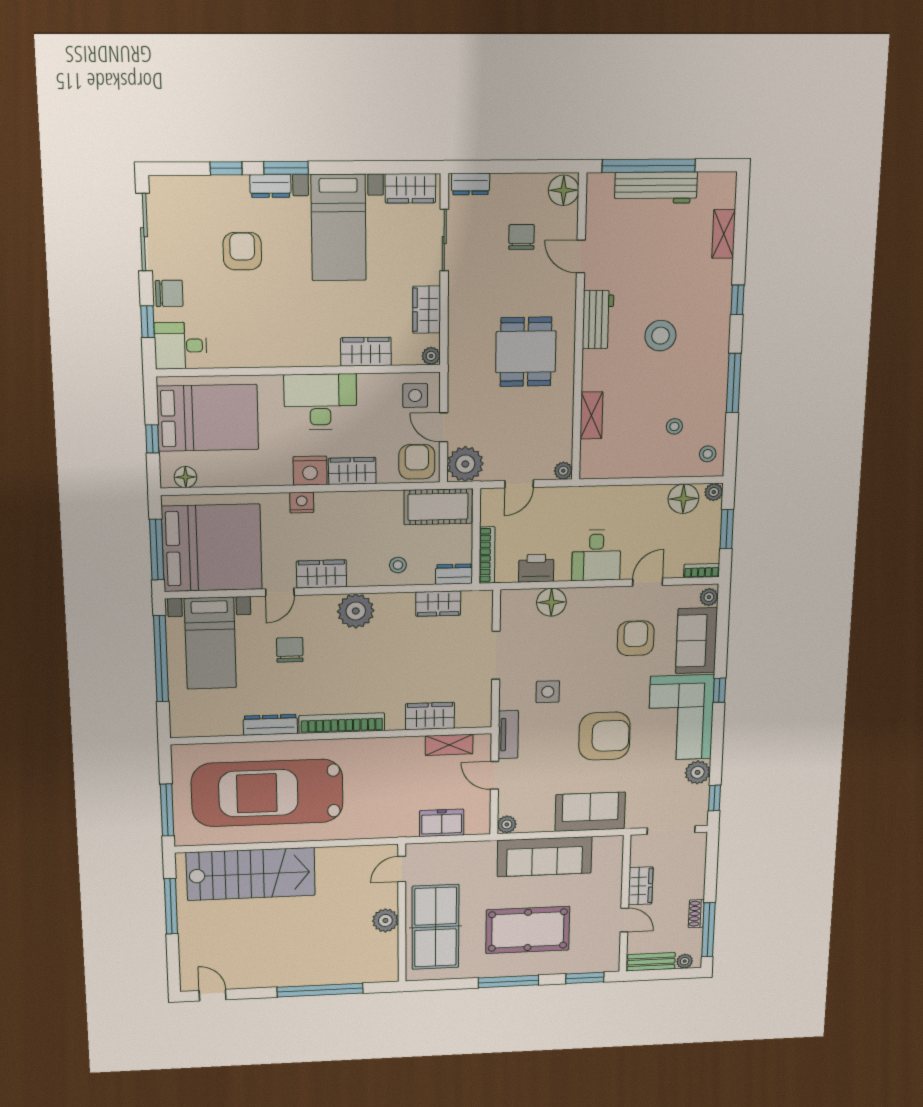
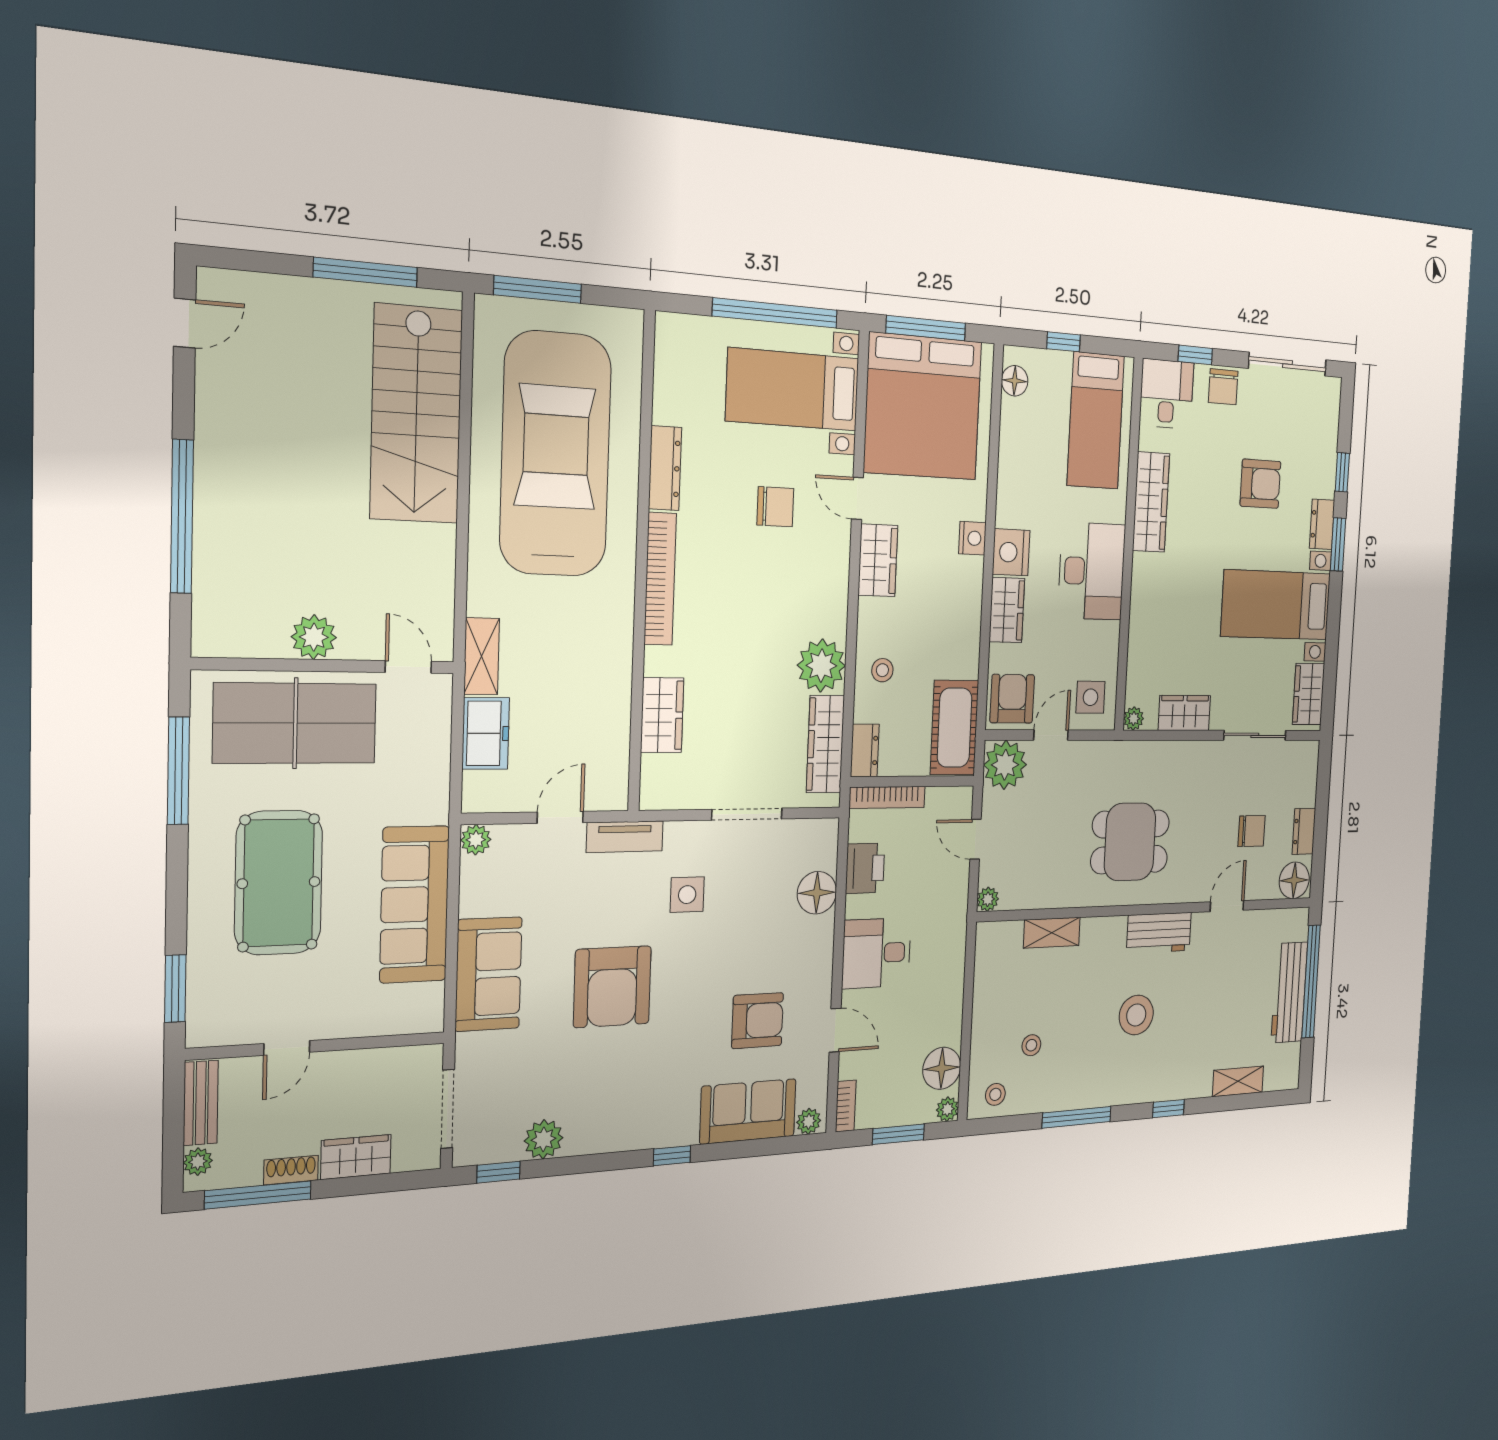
dresser: (471, 184) -> (1304, 831), moved
wardrobe: (366, 352) -> (1151, 502), moved, width x1.50
bed: (208, 418) -> (1096, 421), width x0.67
armchair: (417, 462) -> (1012, 699), turned -90
wardrobe: (438, 604) -> (825, 744), width x1.50
plant: (356, 611) -> (821, 666), moved
corner sofa: (681, 718) -> (634, 1102), removed
shelving: (449, 745) -> (482, 656), moved
wardrobe: (641, 886) -> (356, 1157), moved, turned 180
window: (508, 981) -> (178, 771), moved

